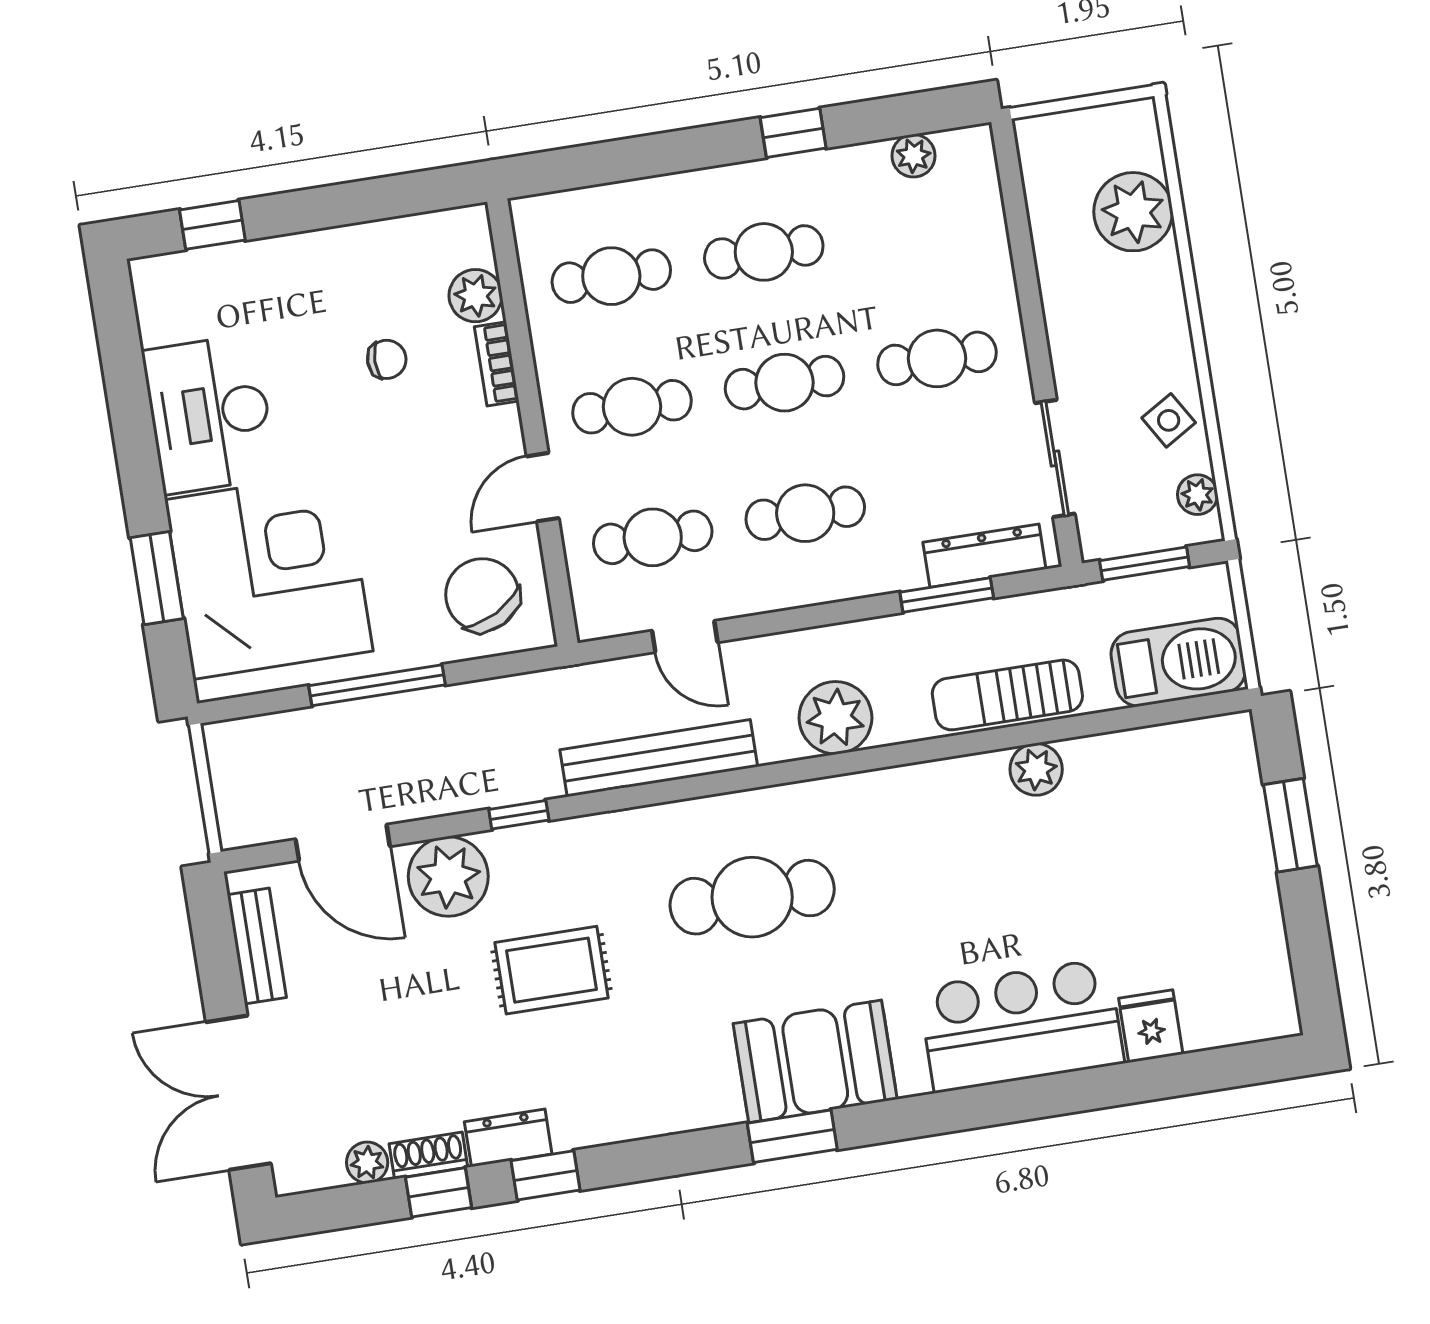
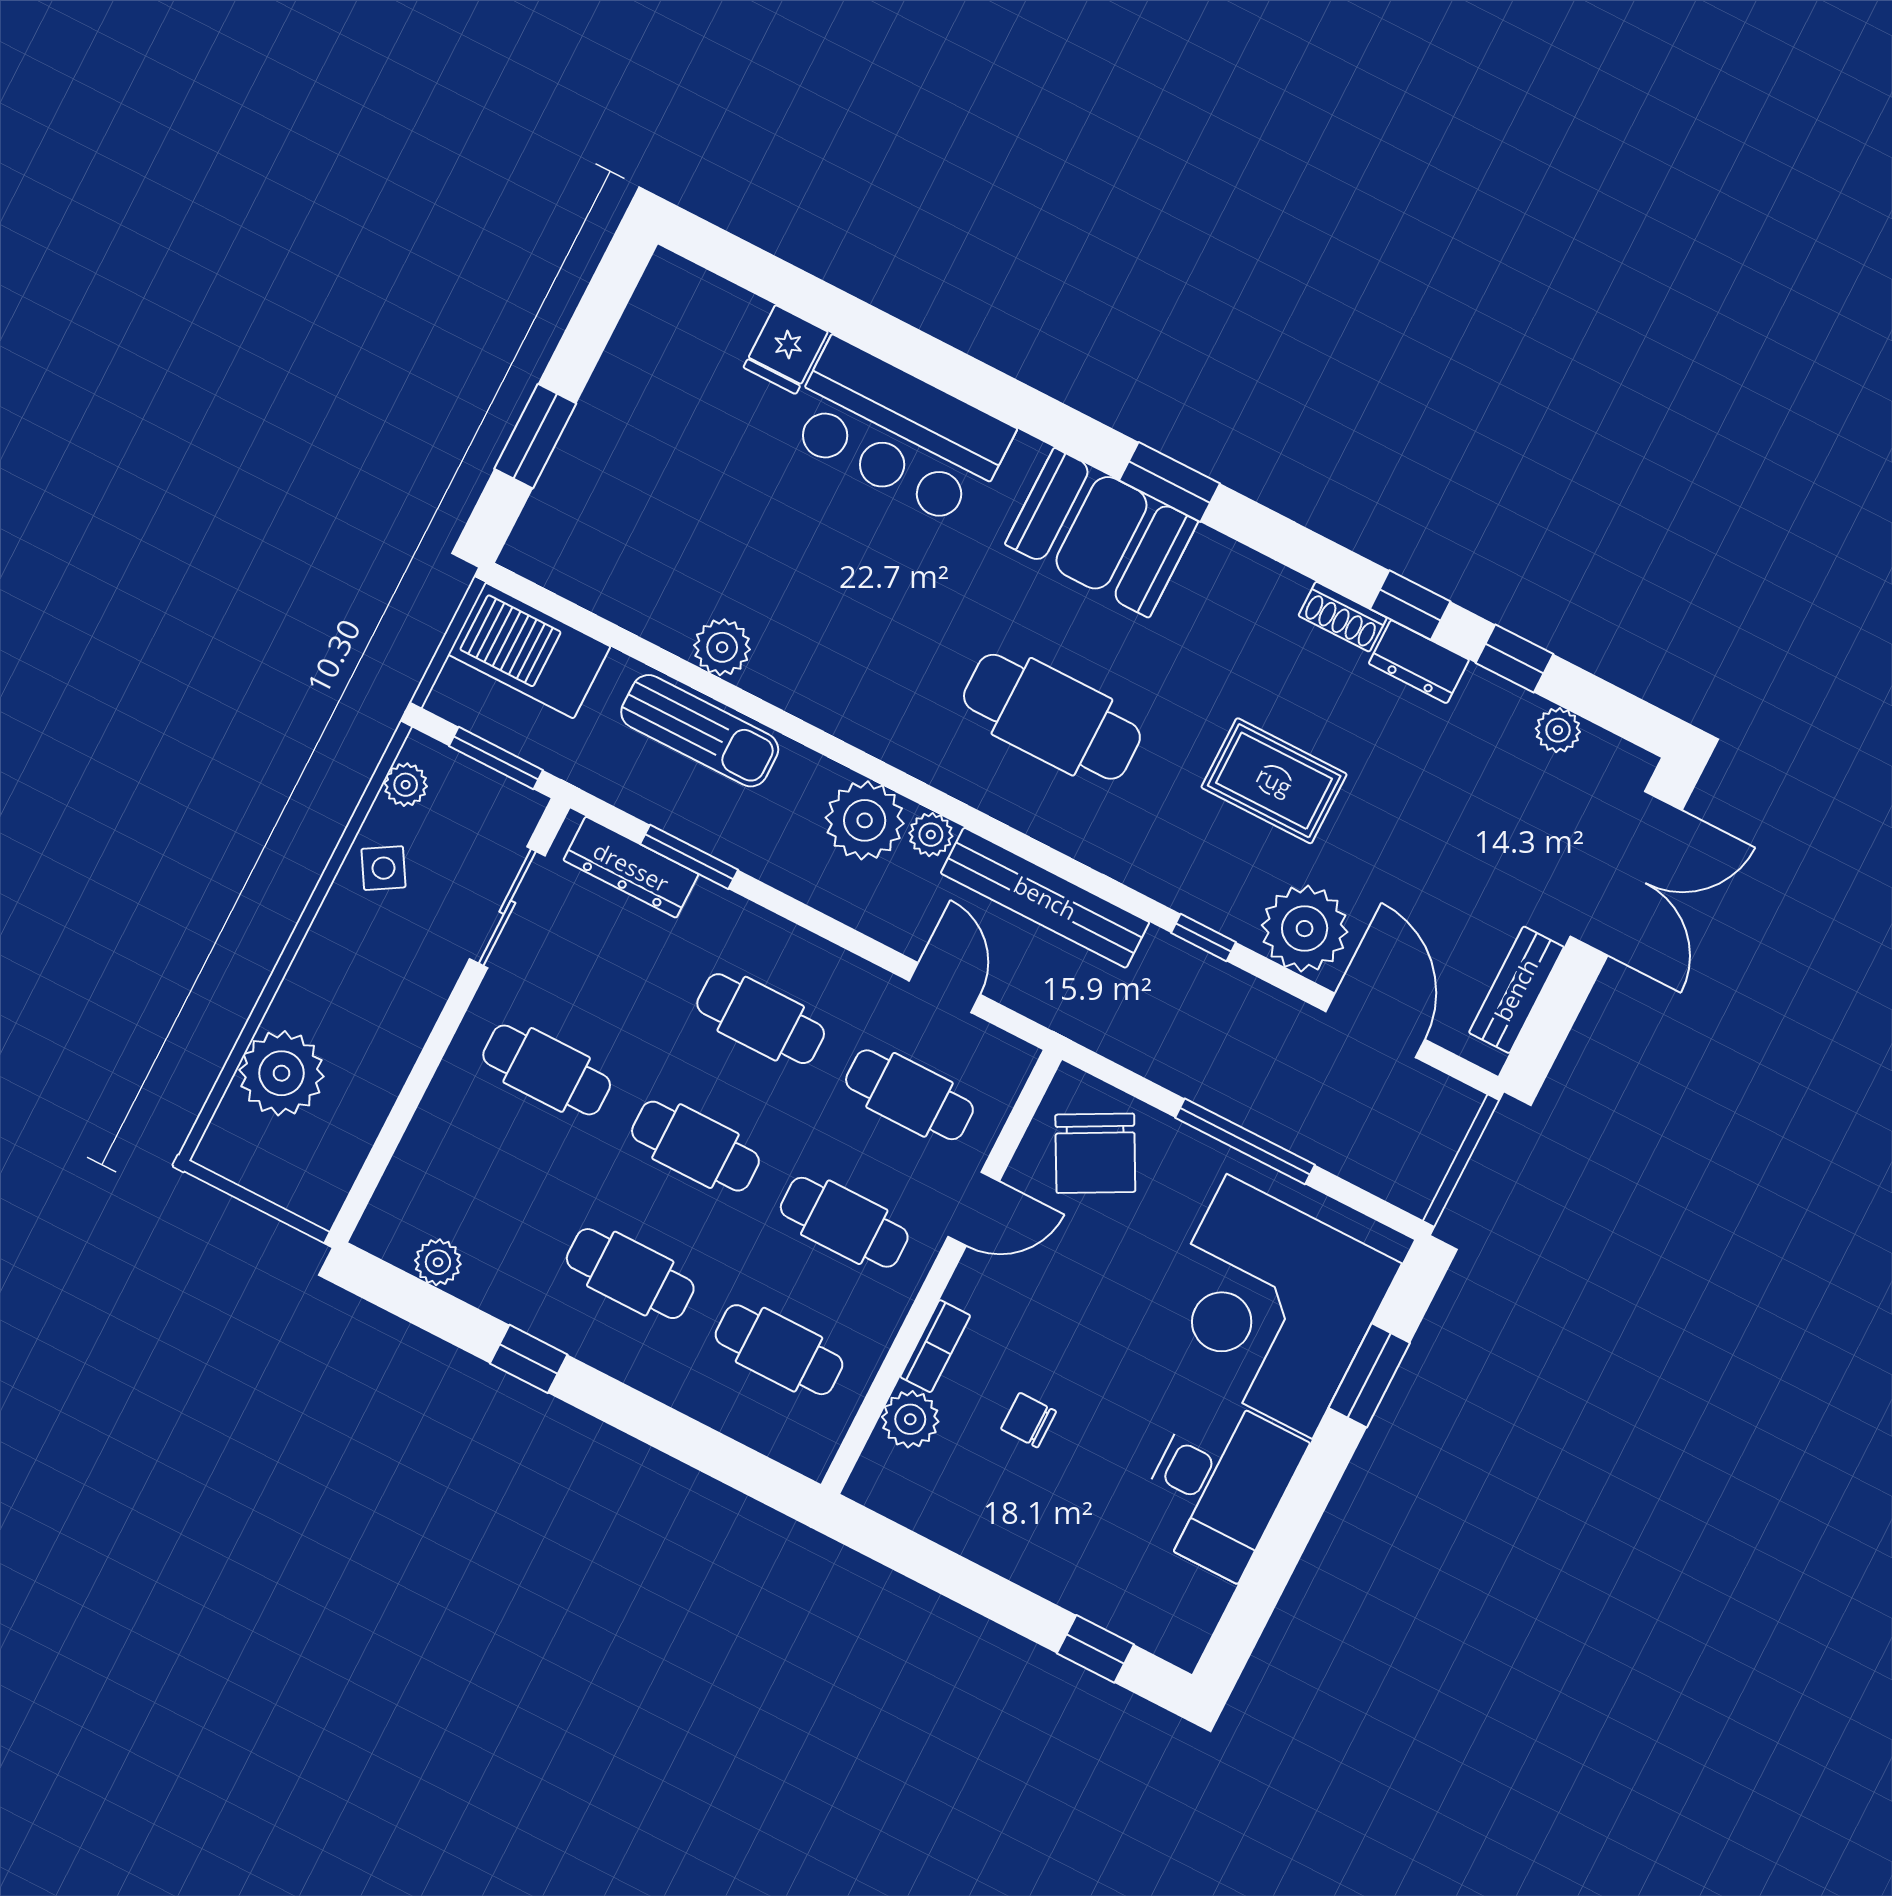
plant: (778, 743) -> (931, 835), added
shoe rack: (428, 1155) -> (1343, 617), moved

